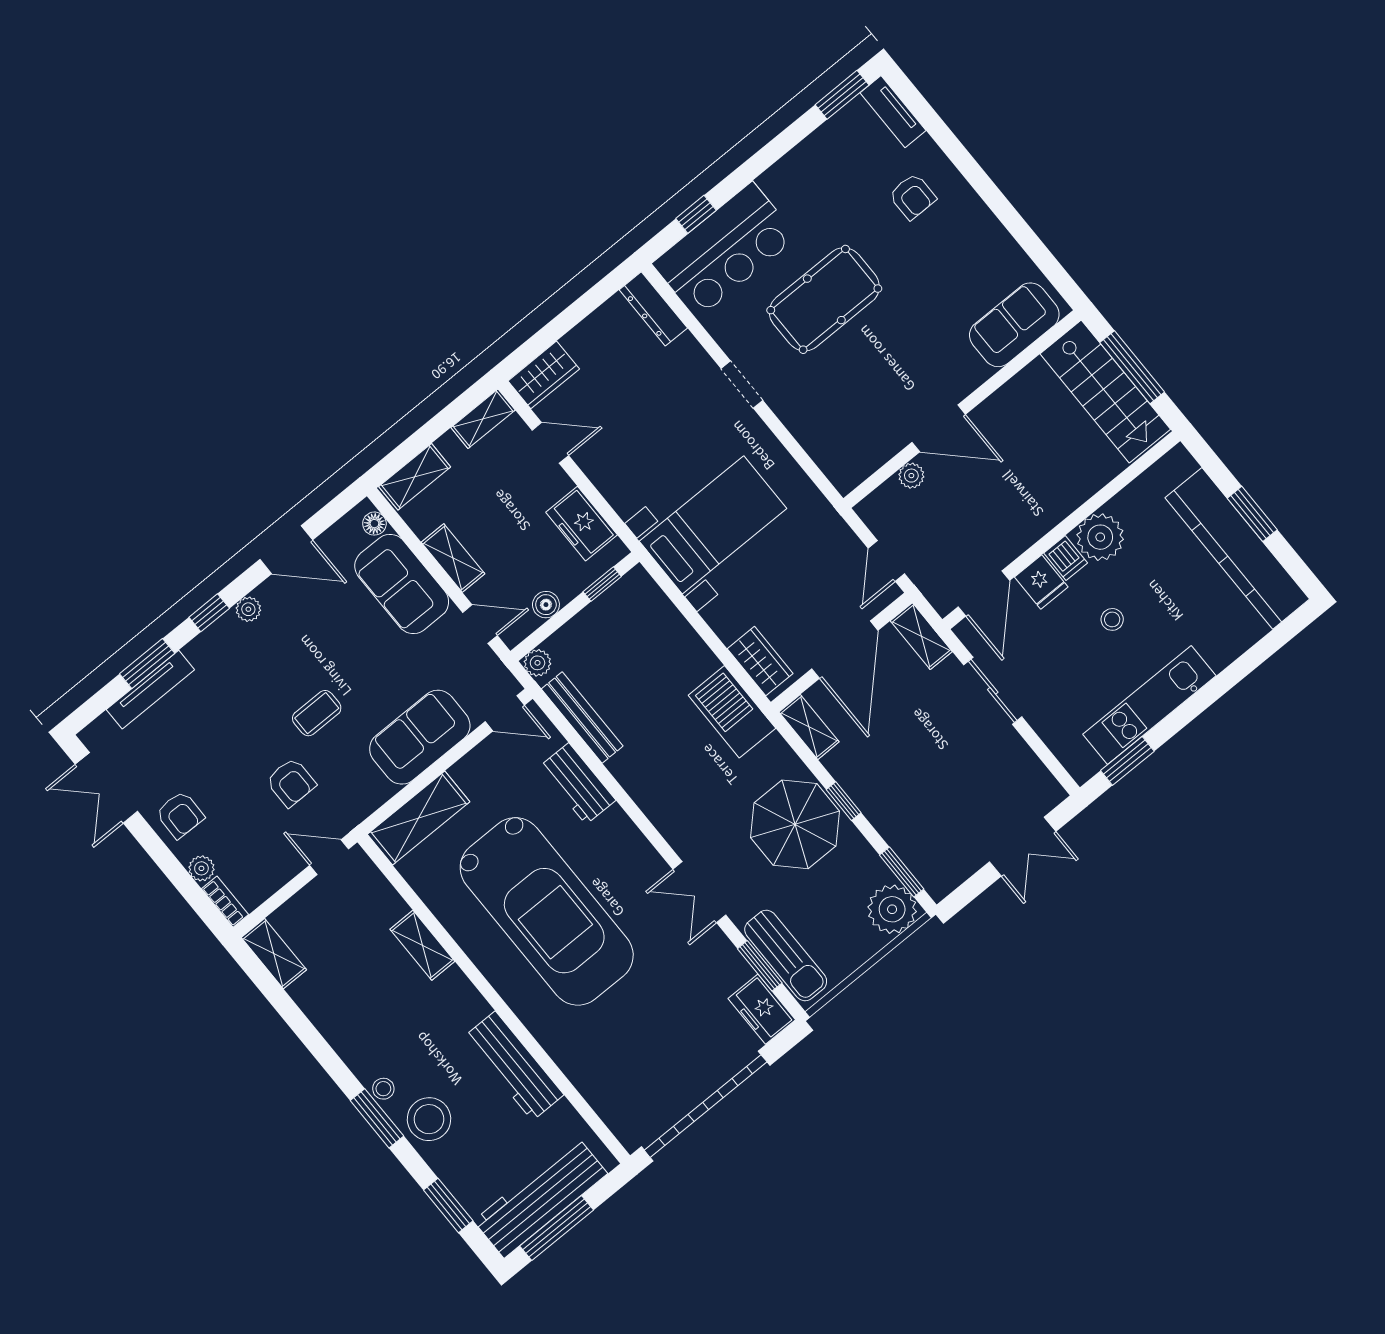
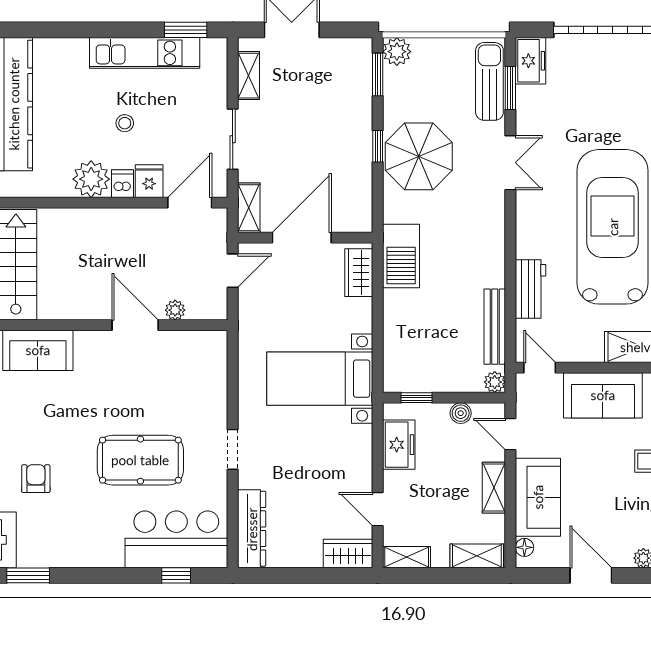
dresser: (653, 309) -> (252, 529), width x1.37, depth x1.24
shelving: (809, 727) -> (248, 76), moved
plant: (892, 909) -> (397, 52), width x0.73, depth x0.73

